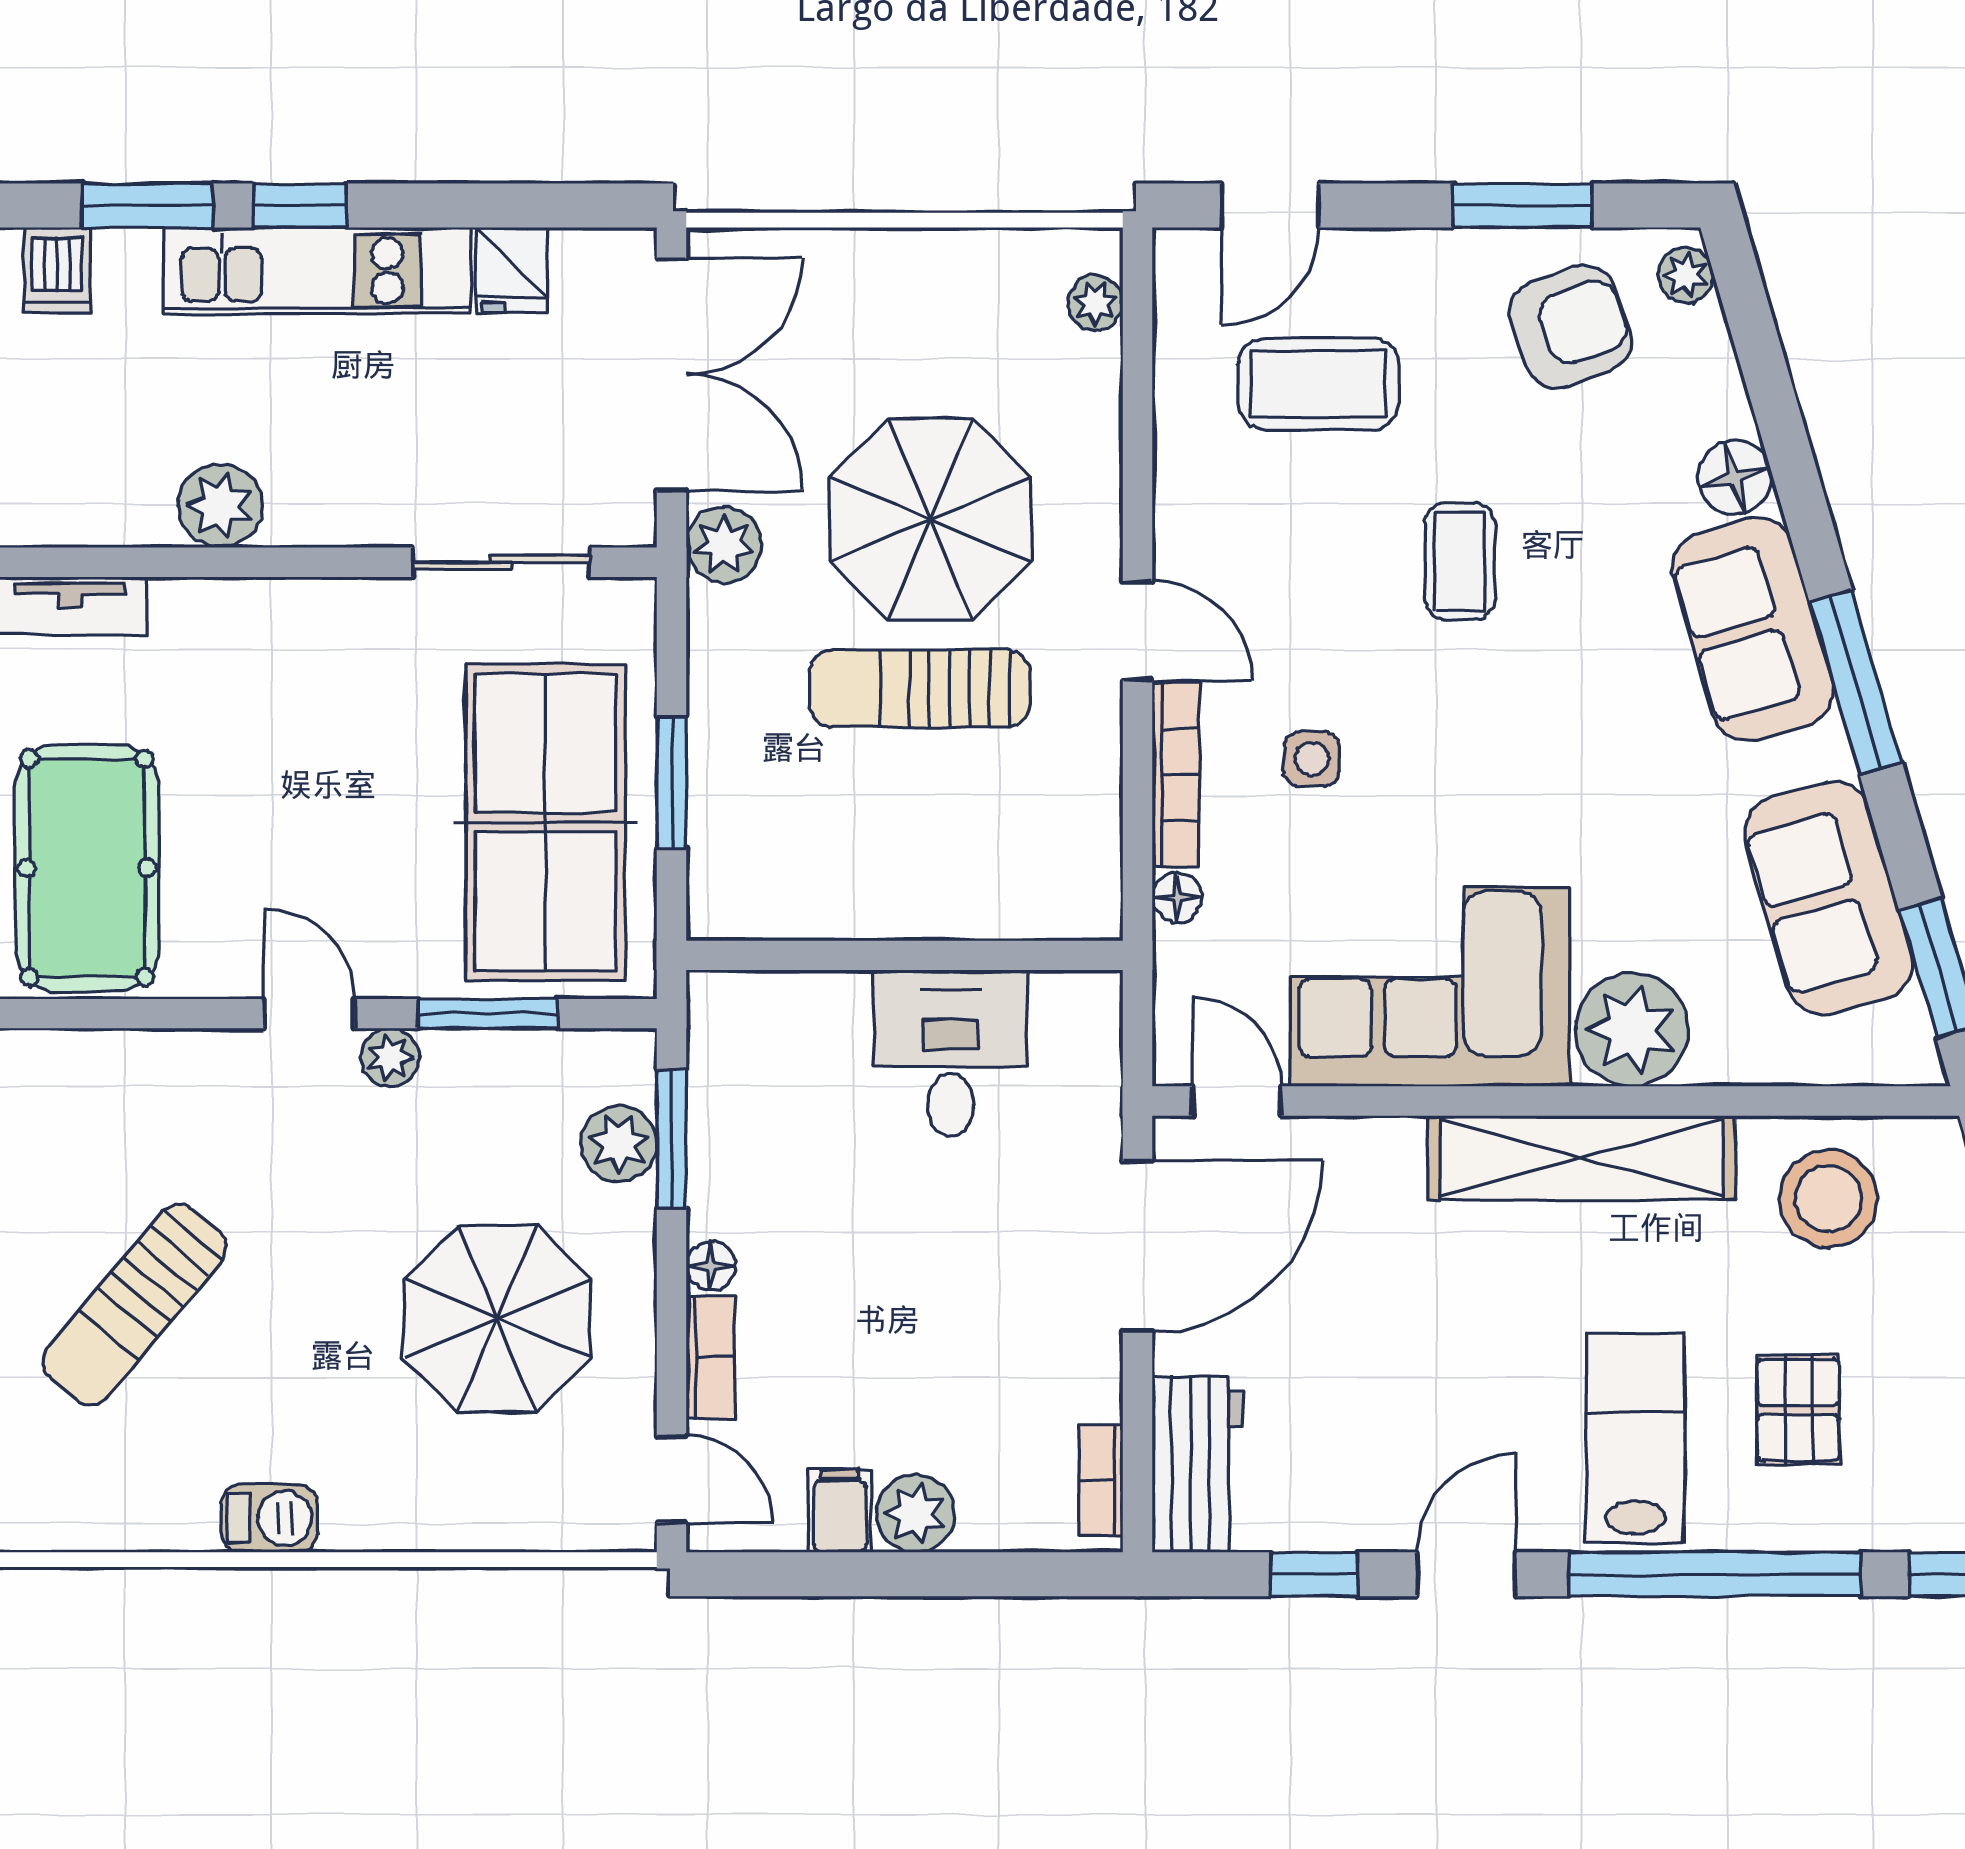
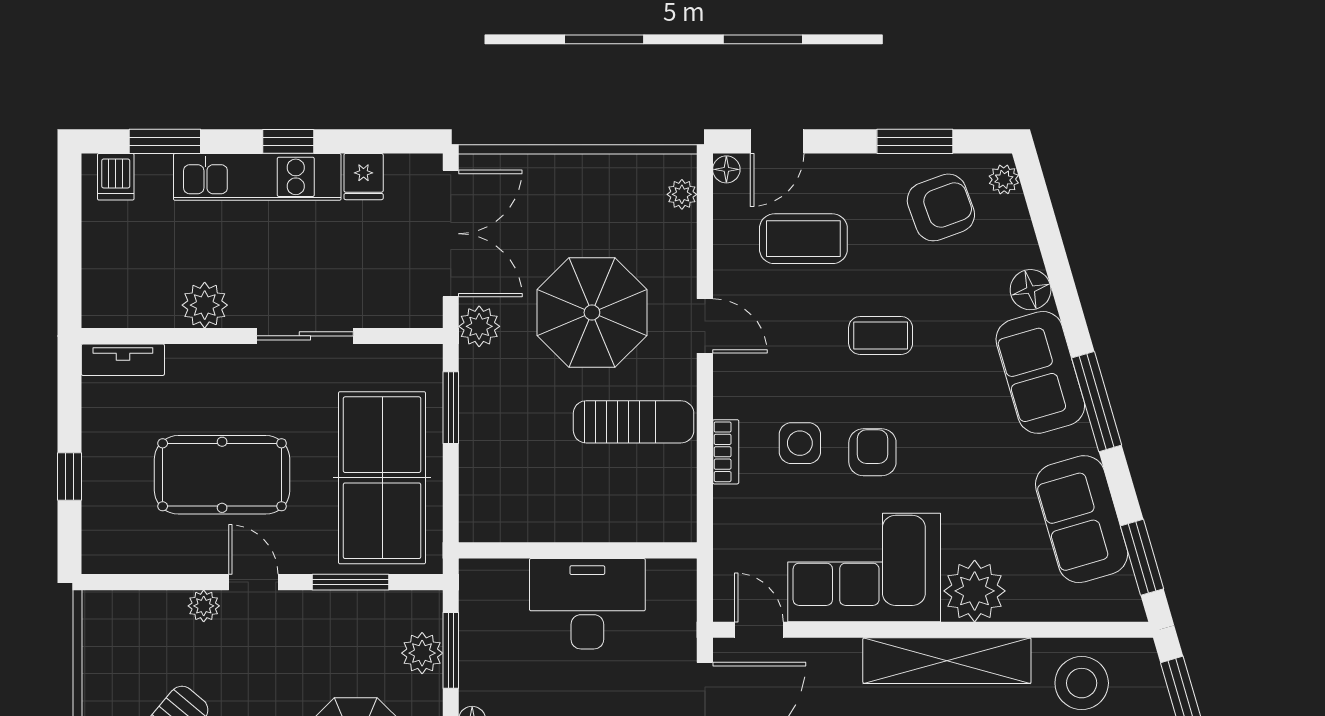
window: (300, 206) -> (288, 141), moved
coffee table: (1460, 561) -> (881, 335), turned 90
sliding door: (501, 562) -> (305, 336), moved
door: (1137, 631) -> (705, 326), moved
sun lounger: (920, 689) -> (634, 422), moved, turned 180
side table: (1312, 759) -> (800, 443), width x1.37, depth x1.37
bookcase: (1176, 775) -> (726, 452), width x0.64
armchair: (1445, 775) -> (872, 452), added
window: (672, 783) -> (451, 408), moved
pool table: (87, 868) -> (222, 475), moved, turned 90
floor lamp: (1177, 898) -> (726, 169), moved
desk: (951, 1053) -> (587, 604), width x1.37
plant: (390, 1057) -> (204, 606), moved

